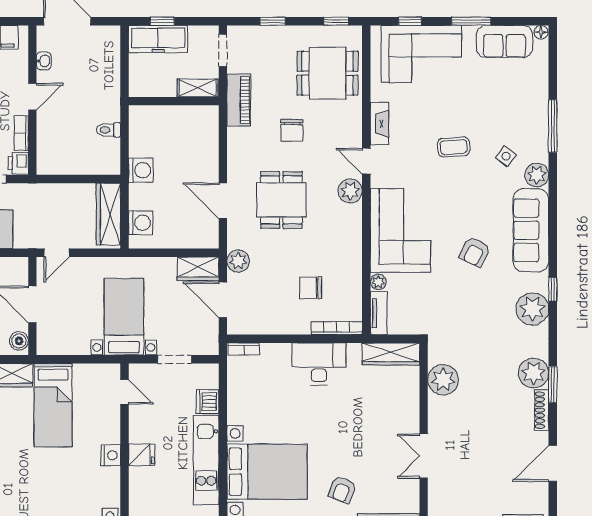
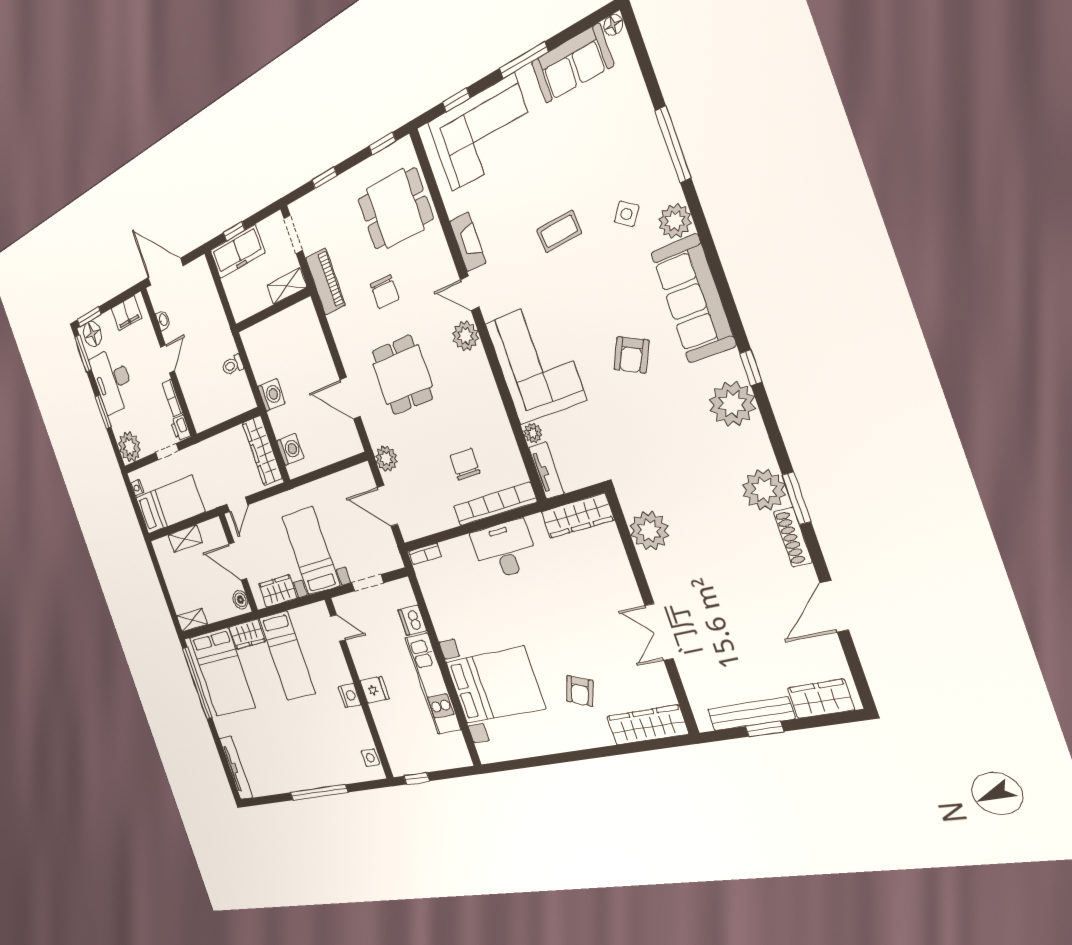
wardrobe: (198, 269) -> (278, 591), moved, turned 180
chair: (311, 288) -> (465, 464), turned 90
bookcase: (337, 328) -> (495, 504), width x1.48, depth x1.31

